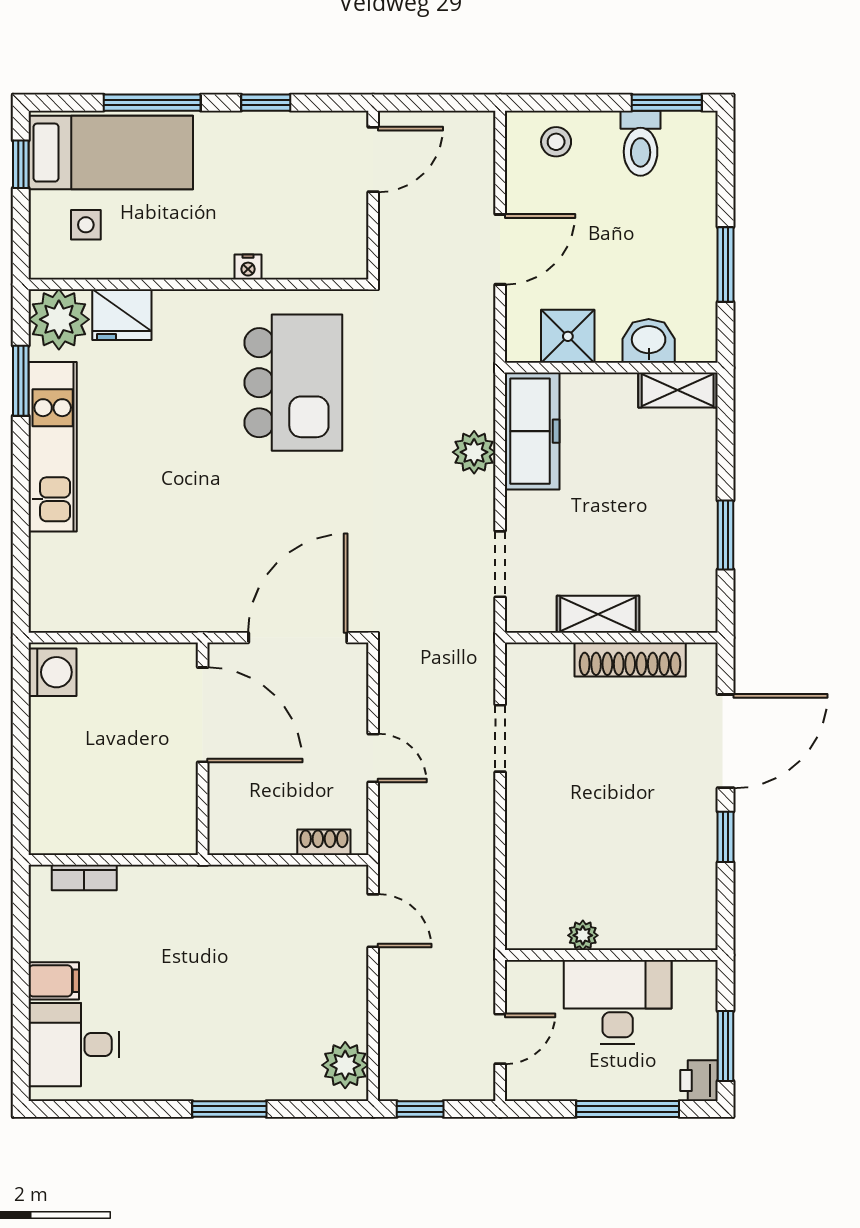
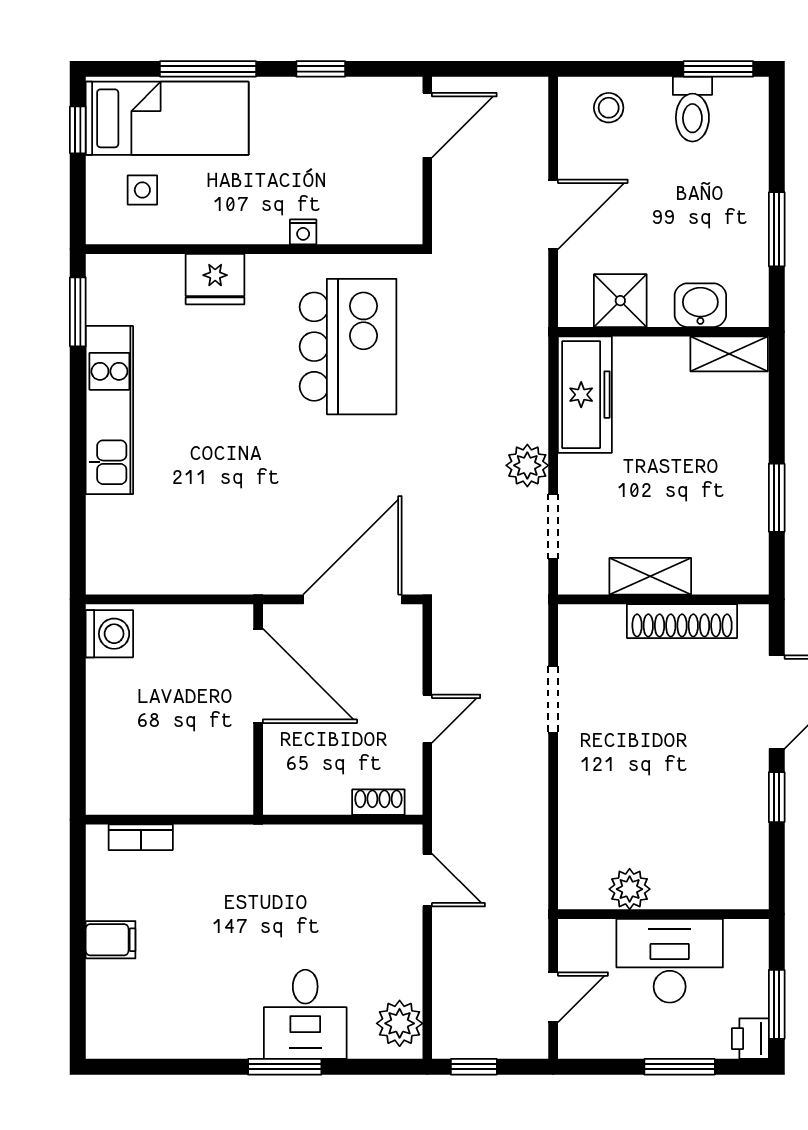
fridge: (122, 315) -> (215, 279), moved
plant: (59, 319) -> (116, 284), removed
window: (21, 381) -> (78, 312), moved
plant: (474, 452) -> (527, 465), moved
door: (373, 758) -> (427, 719), hinge flipped
plant: (583, 935) -> (630, 889), width x1.38, depth x1.38
desk: (74, 1045) -> (305, 1014), moved, turned -90
window: (628, 1109) -> (680, 1067), width x0.69

